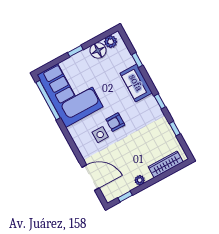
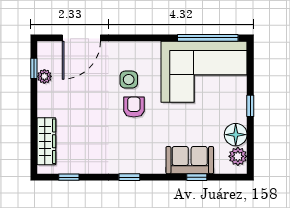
sofa: (136, 83) -> (190, 160), moved
window: (175, 129) -> (69, 177), moved
plant: (140, 180) -> (44, 76), moved

